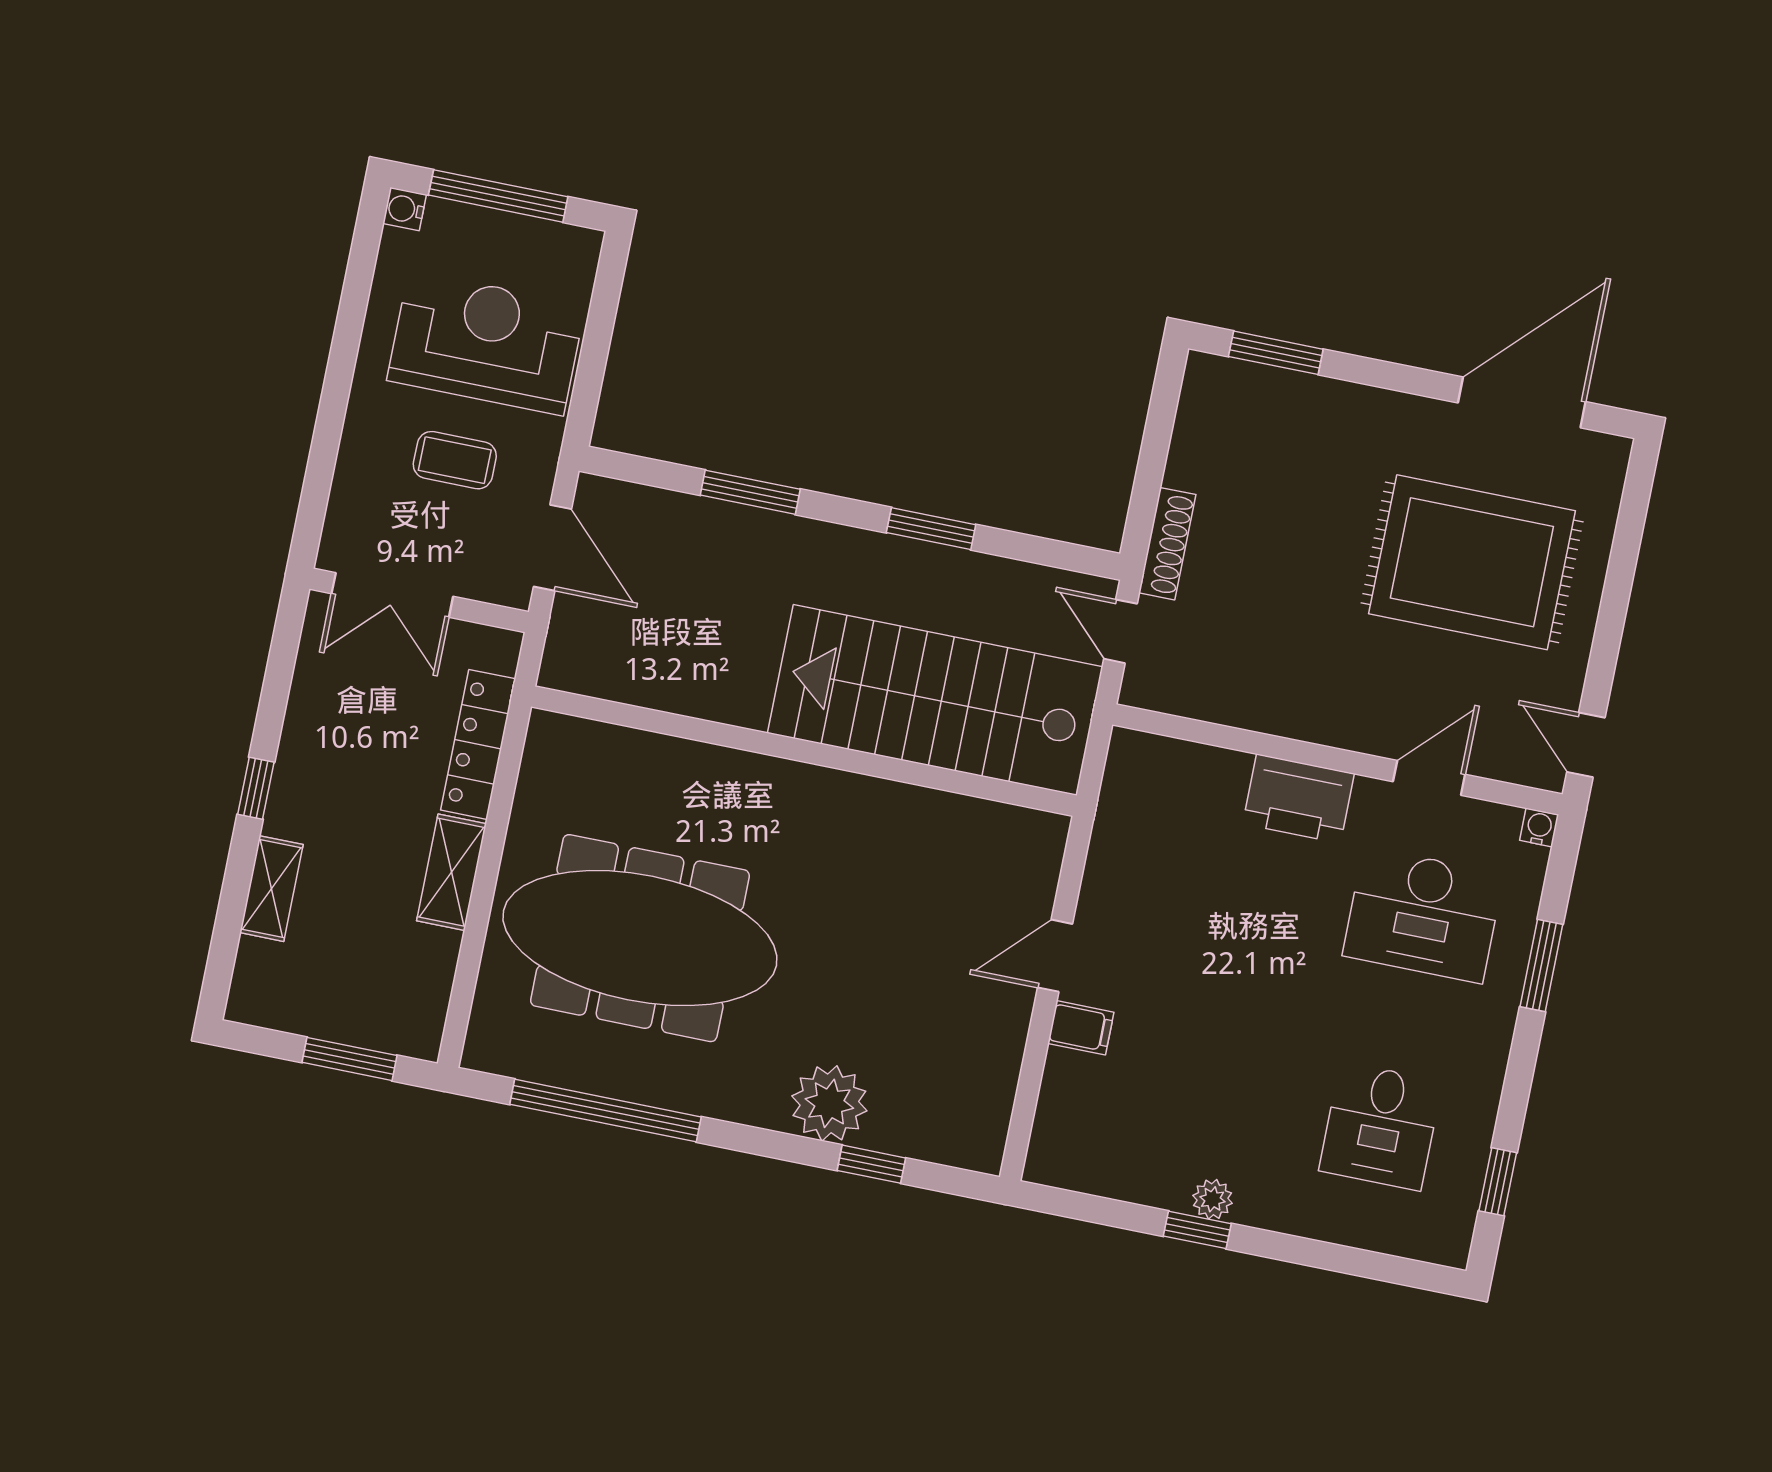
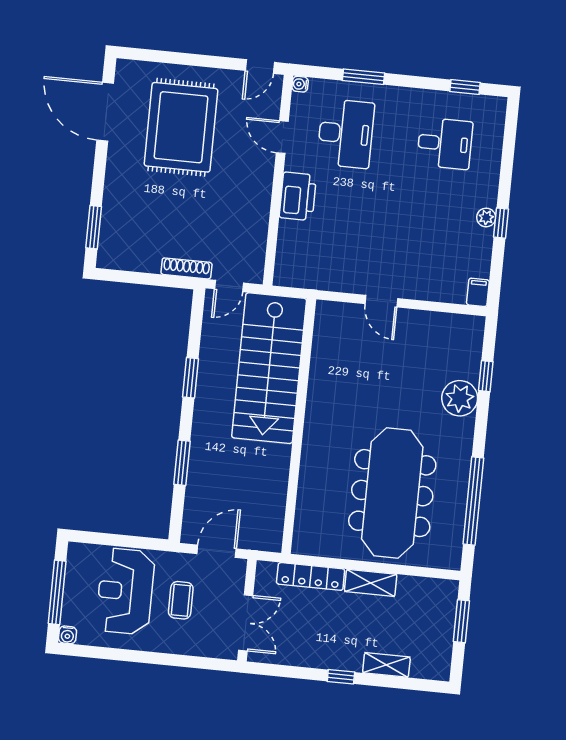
filing cabinet: (1081, 1028) -> (478, 292), moved

